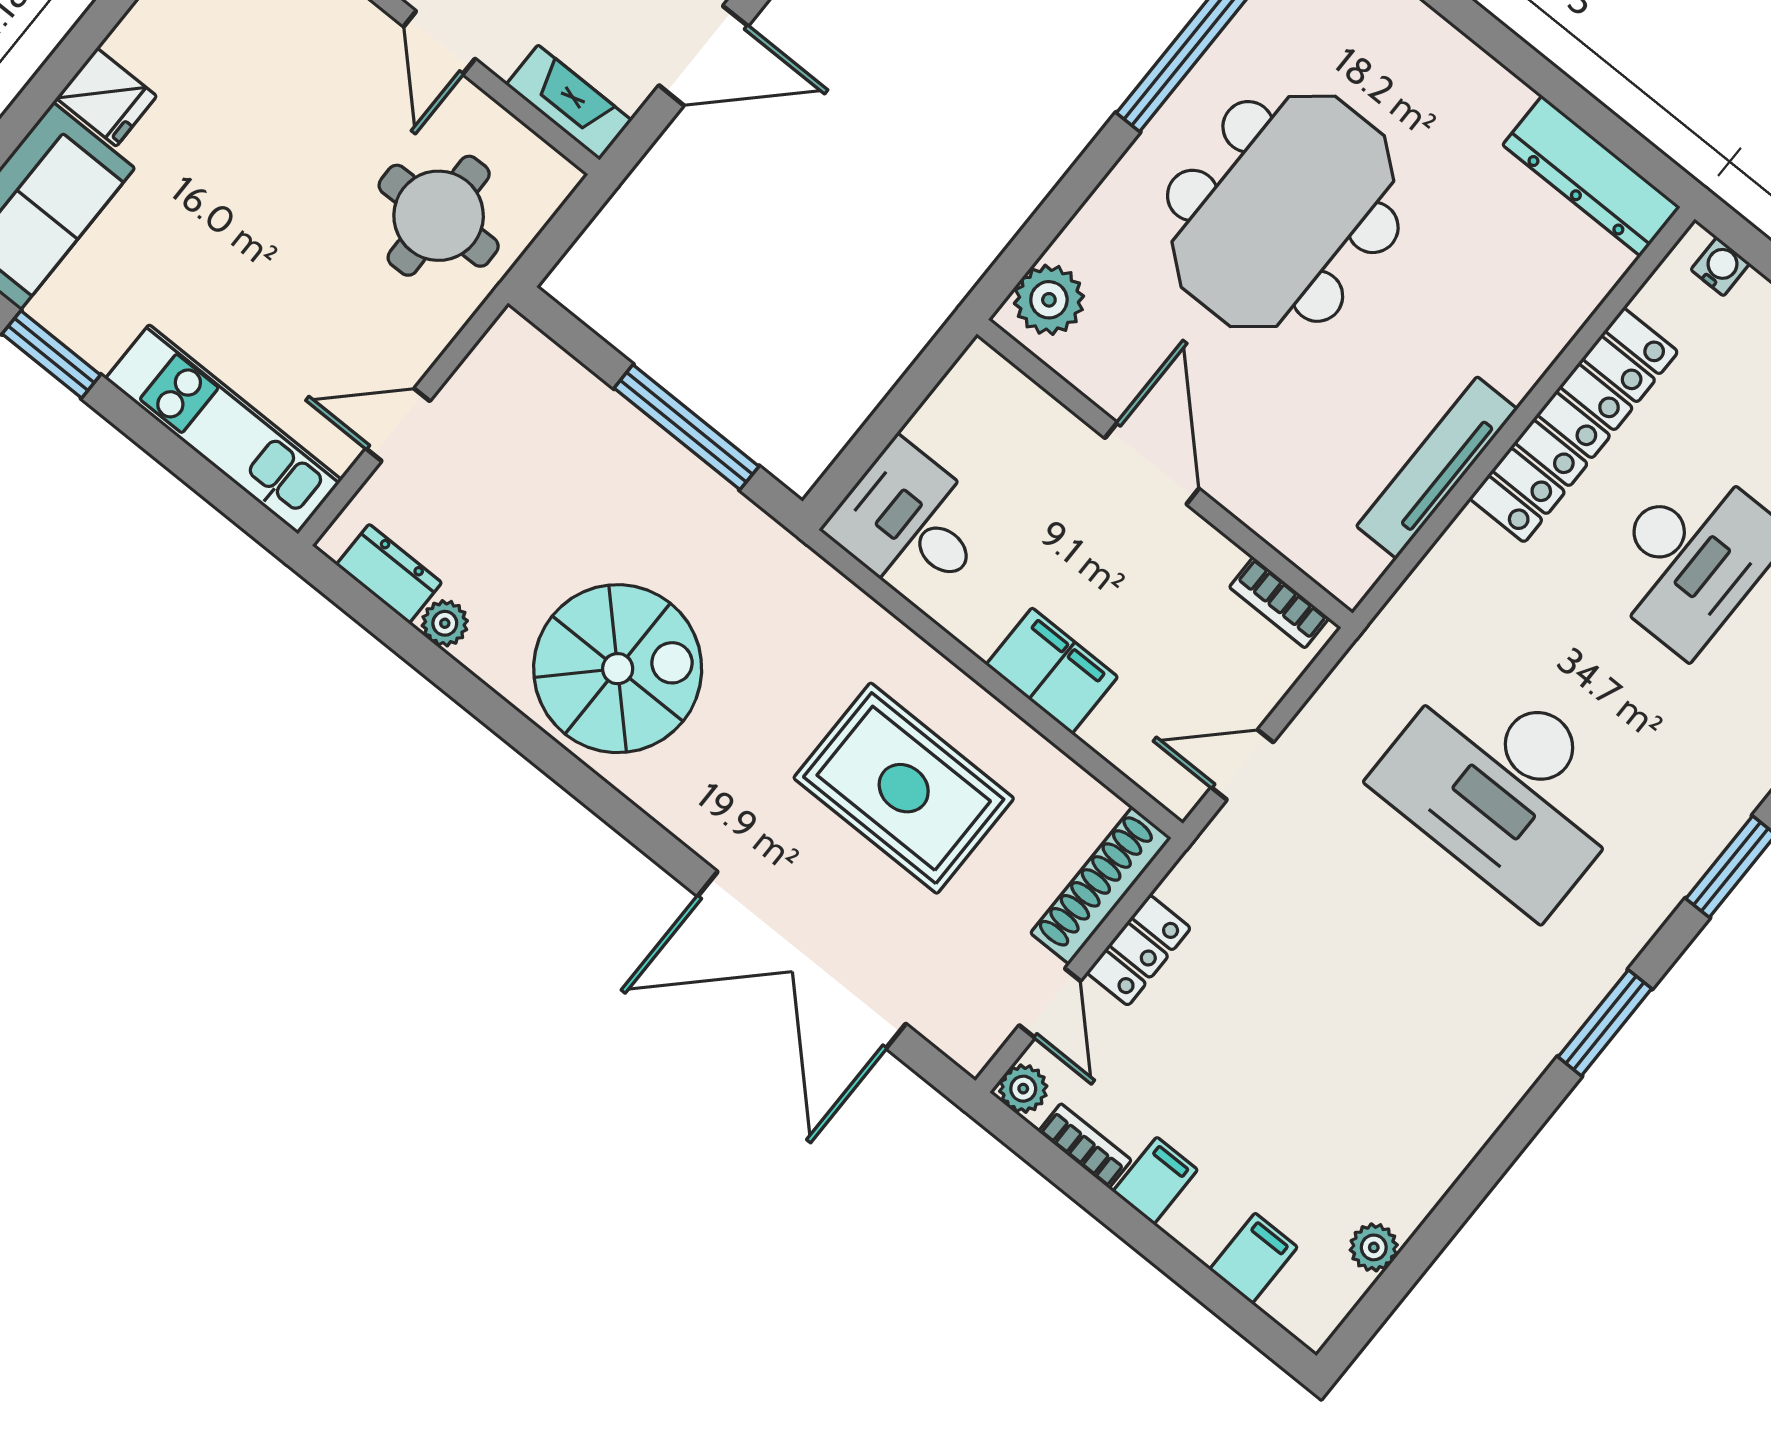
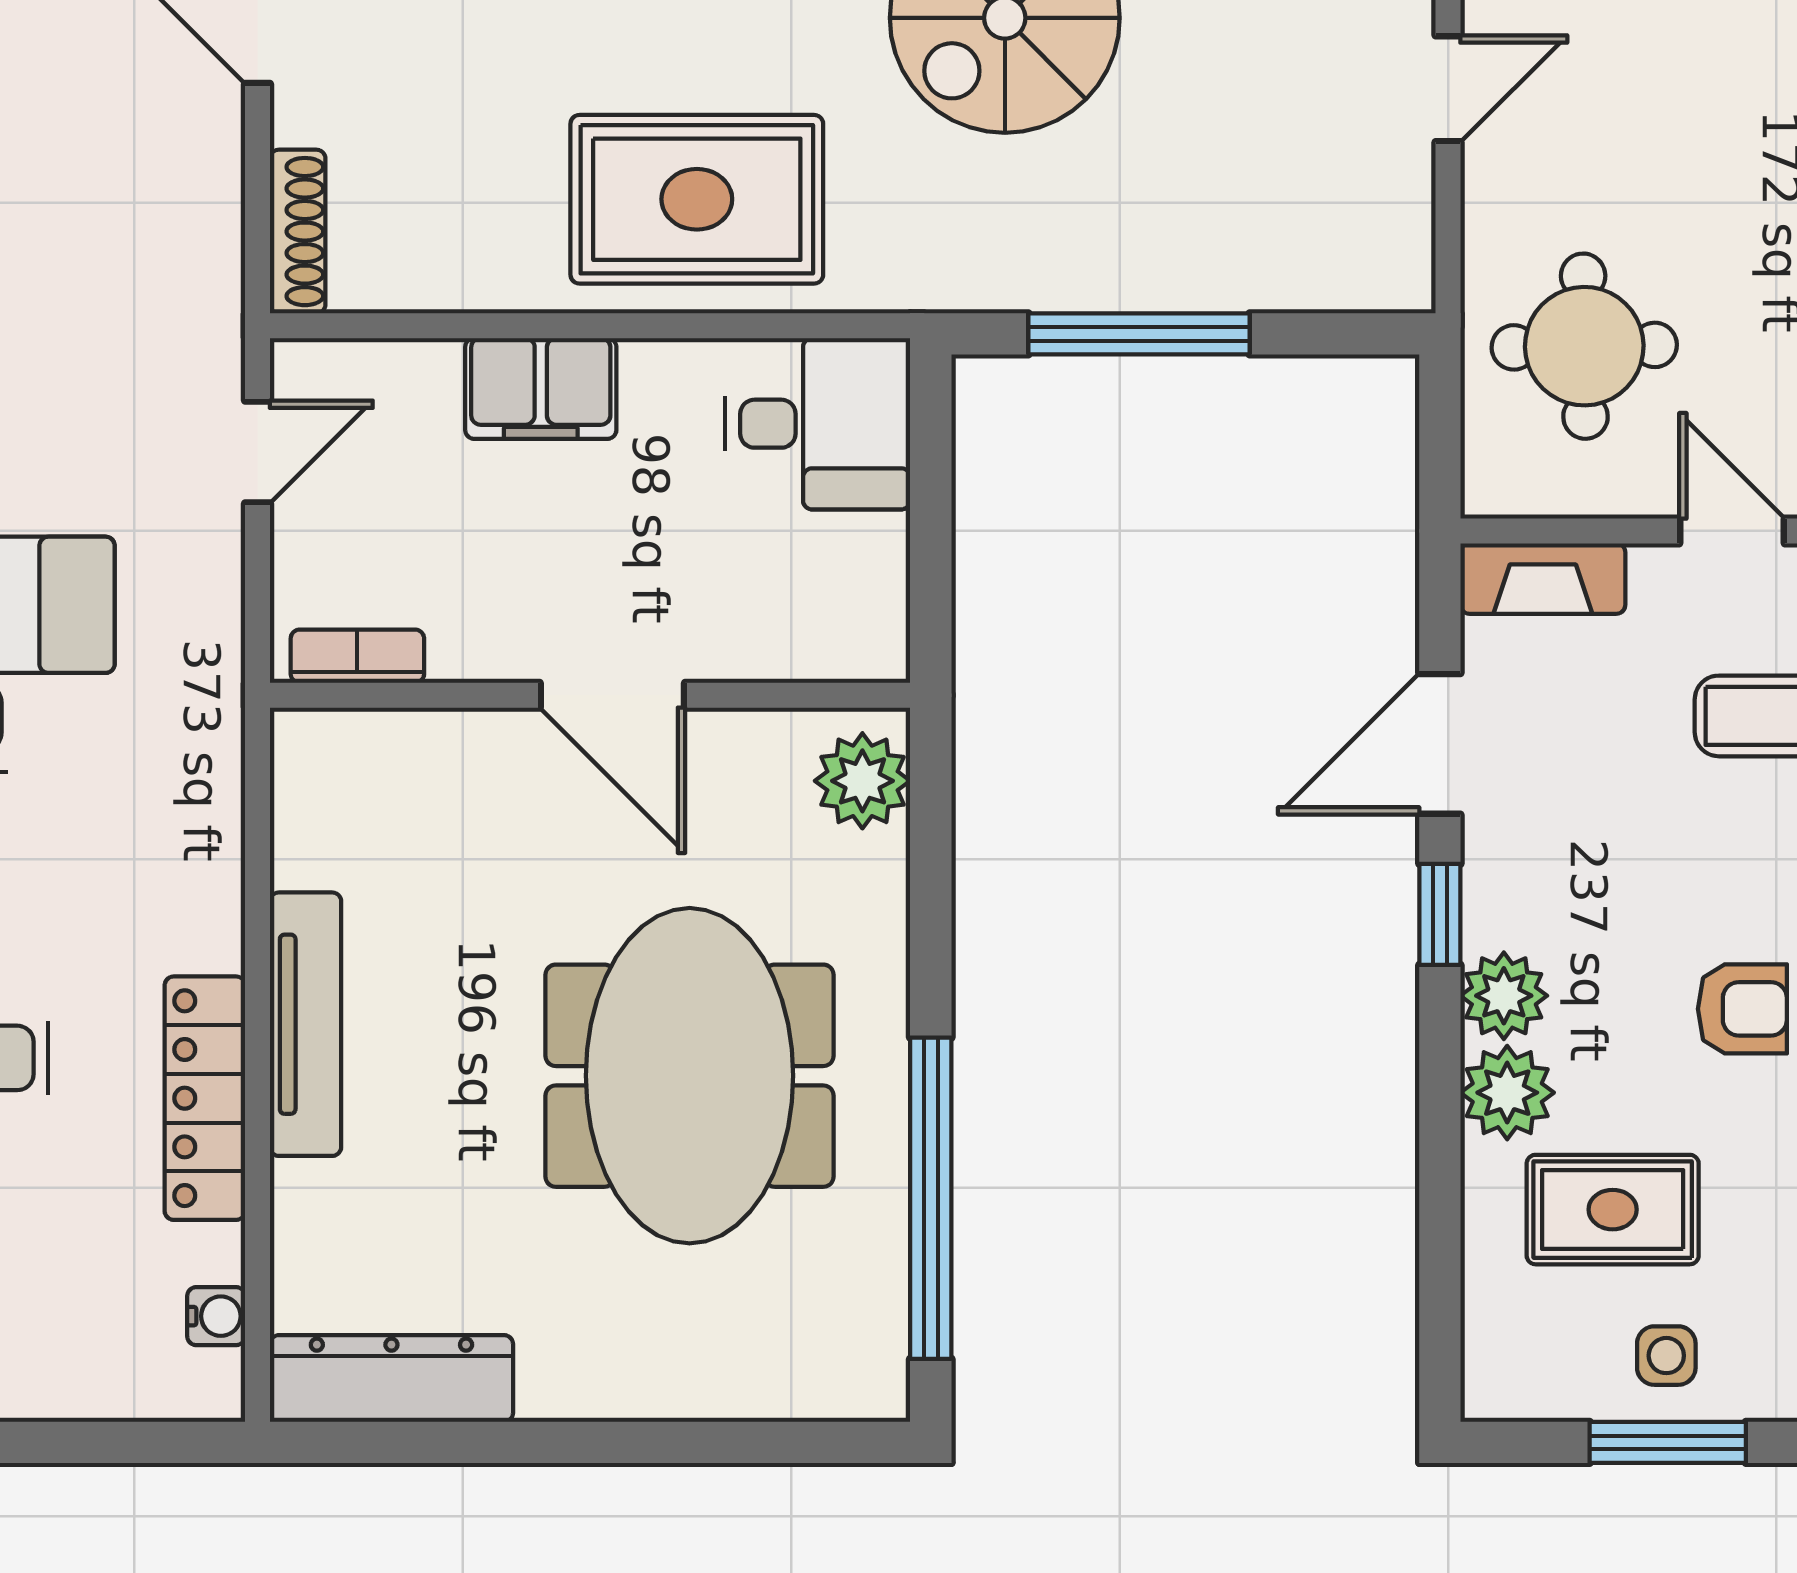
water cooler: (1720, 267) -> (216, 1316), moved, turned -90
locker: (1574, 425) -> (205, 1098), width x0.71, depth x0.83
tv unit: (1437, 468) -> (306, 1024), moved
rug: (904, 788) -> (697, 199), moved
shoe rack: (1101, 886) -> (298, 232), width x0.74, depth x0.81
locker: (1139, 950) -> (208, 166), removed

